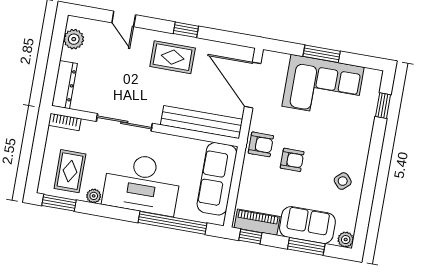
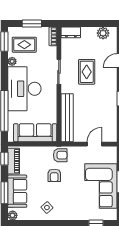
rug: (173, 57) -> (87, 72), moved
dresser: (65, 85) -> (71, 32), width x0.70
door: (253, 85) -> (94, 144), width x0.53
sliding door: (124, 122) -> (59, 72), width x0.73
armchair: (261, 144) -> (60, 155), turned -90
window: (38, 153) -> (32, 24), added

